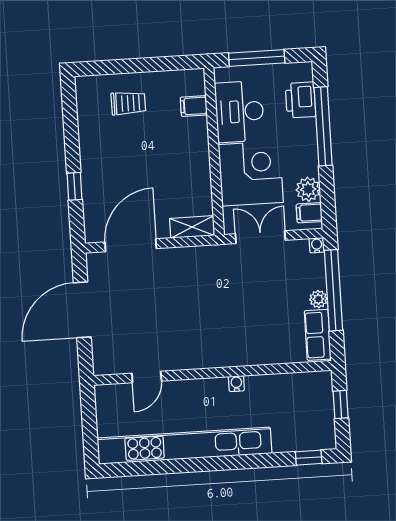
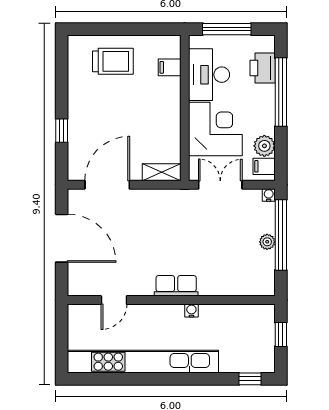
trolley: (128, 103) -> (113, 61), width x1.36, depth x1.39
door: (82, 310) -> (62, 238), swing flipped
row of seats: (318, 335) -> (176, 286), moved, turned 90

